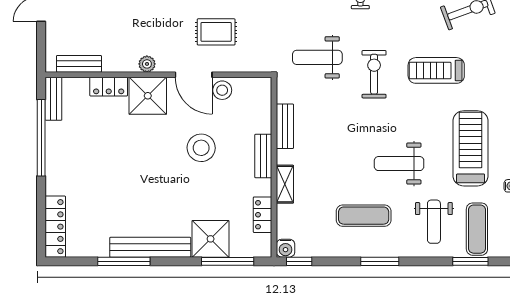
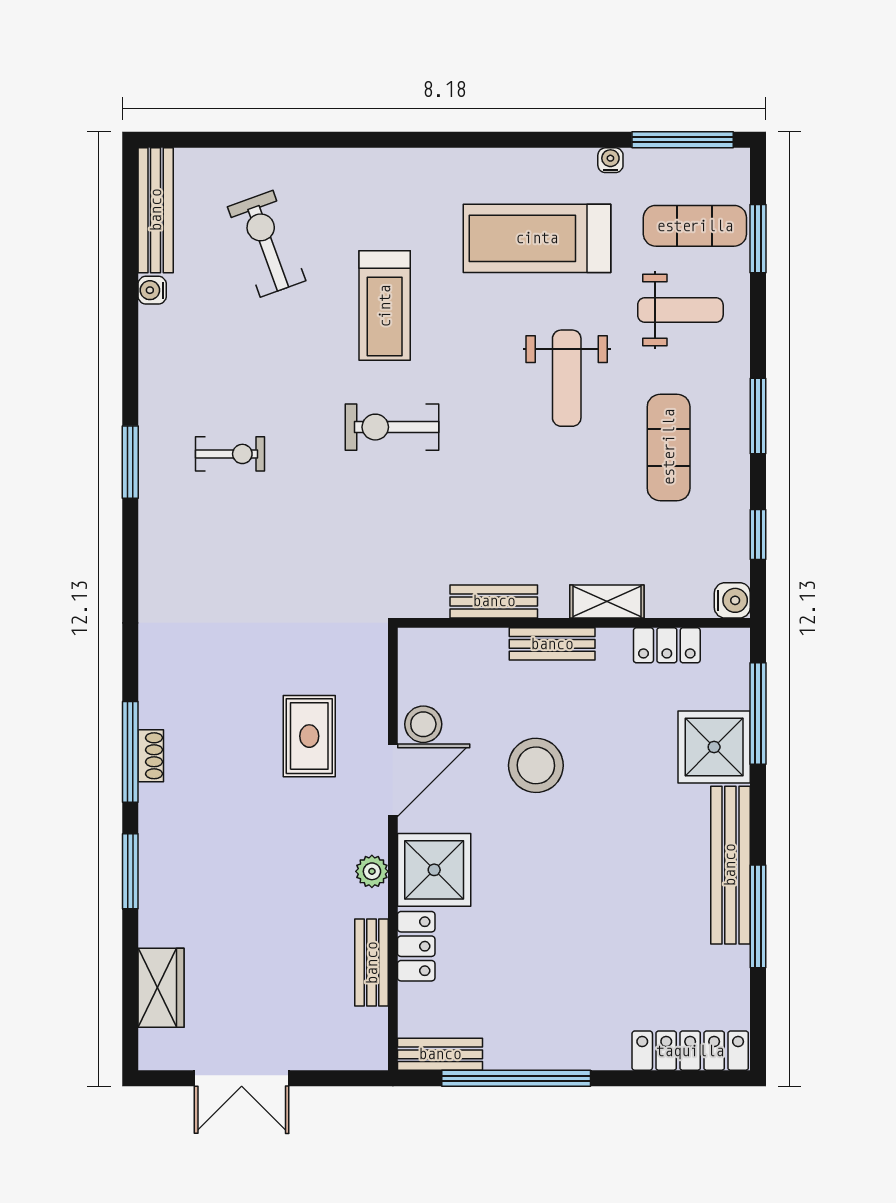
weight bench: (317, 57) -> (359, 538), removed
bench: (79, 64) -> (372, 963), moved
window: (299, 261) -> (758, 534), moved

